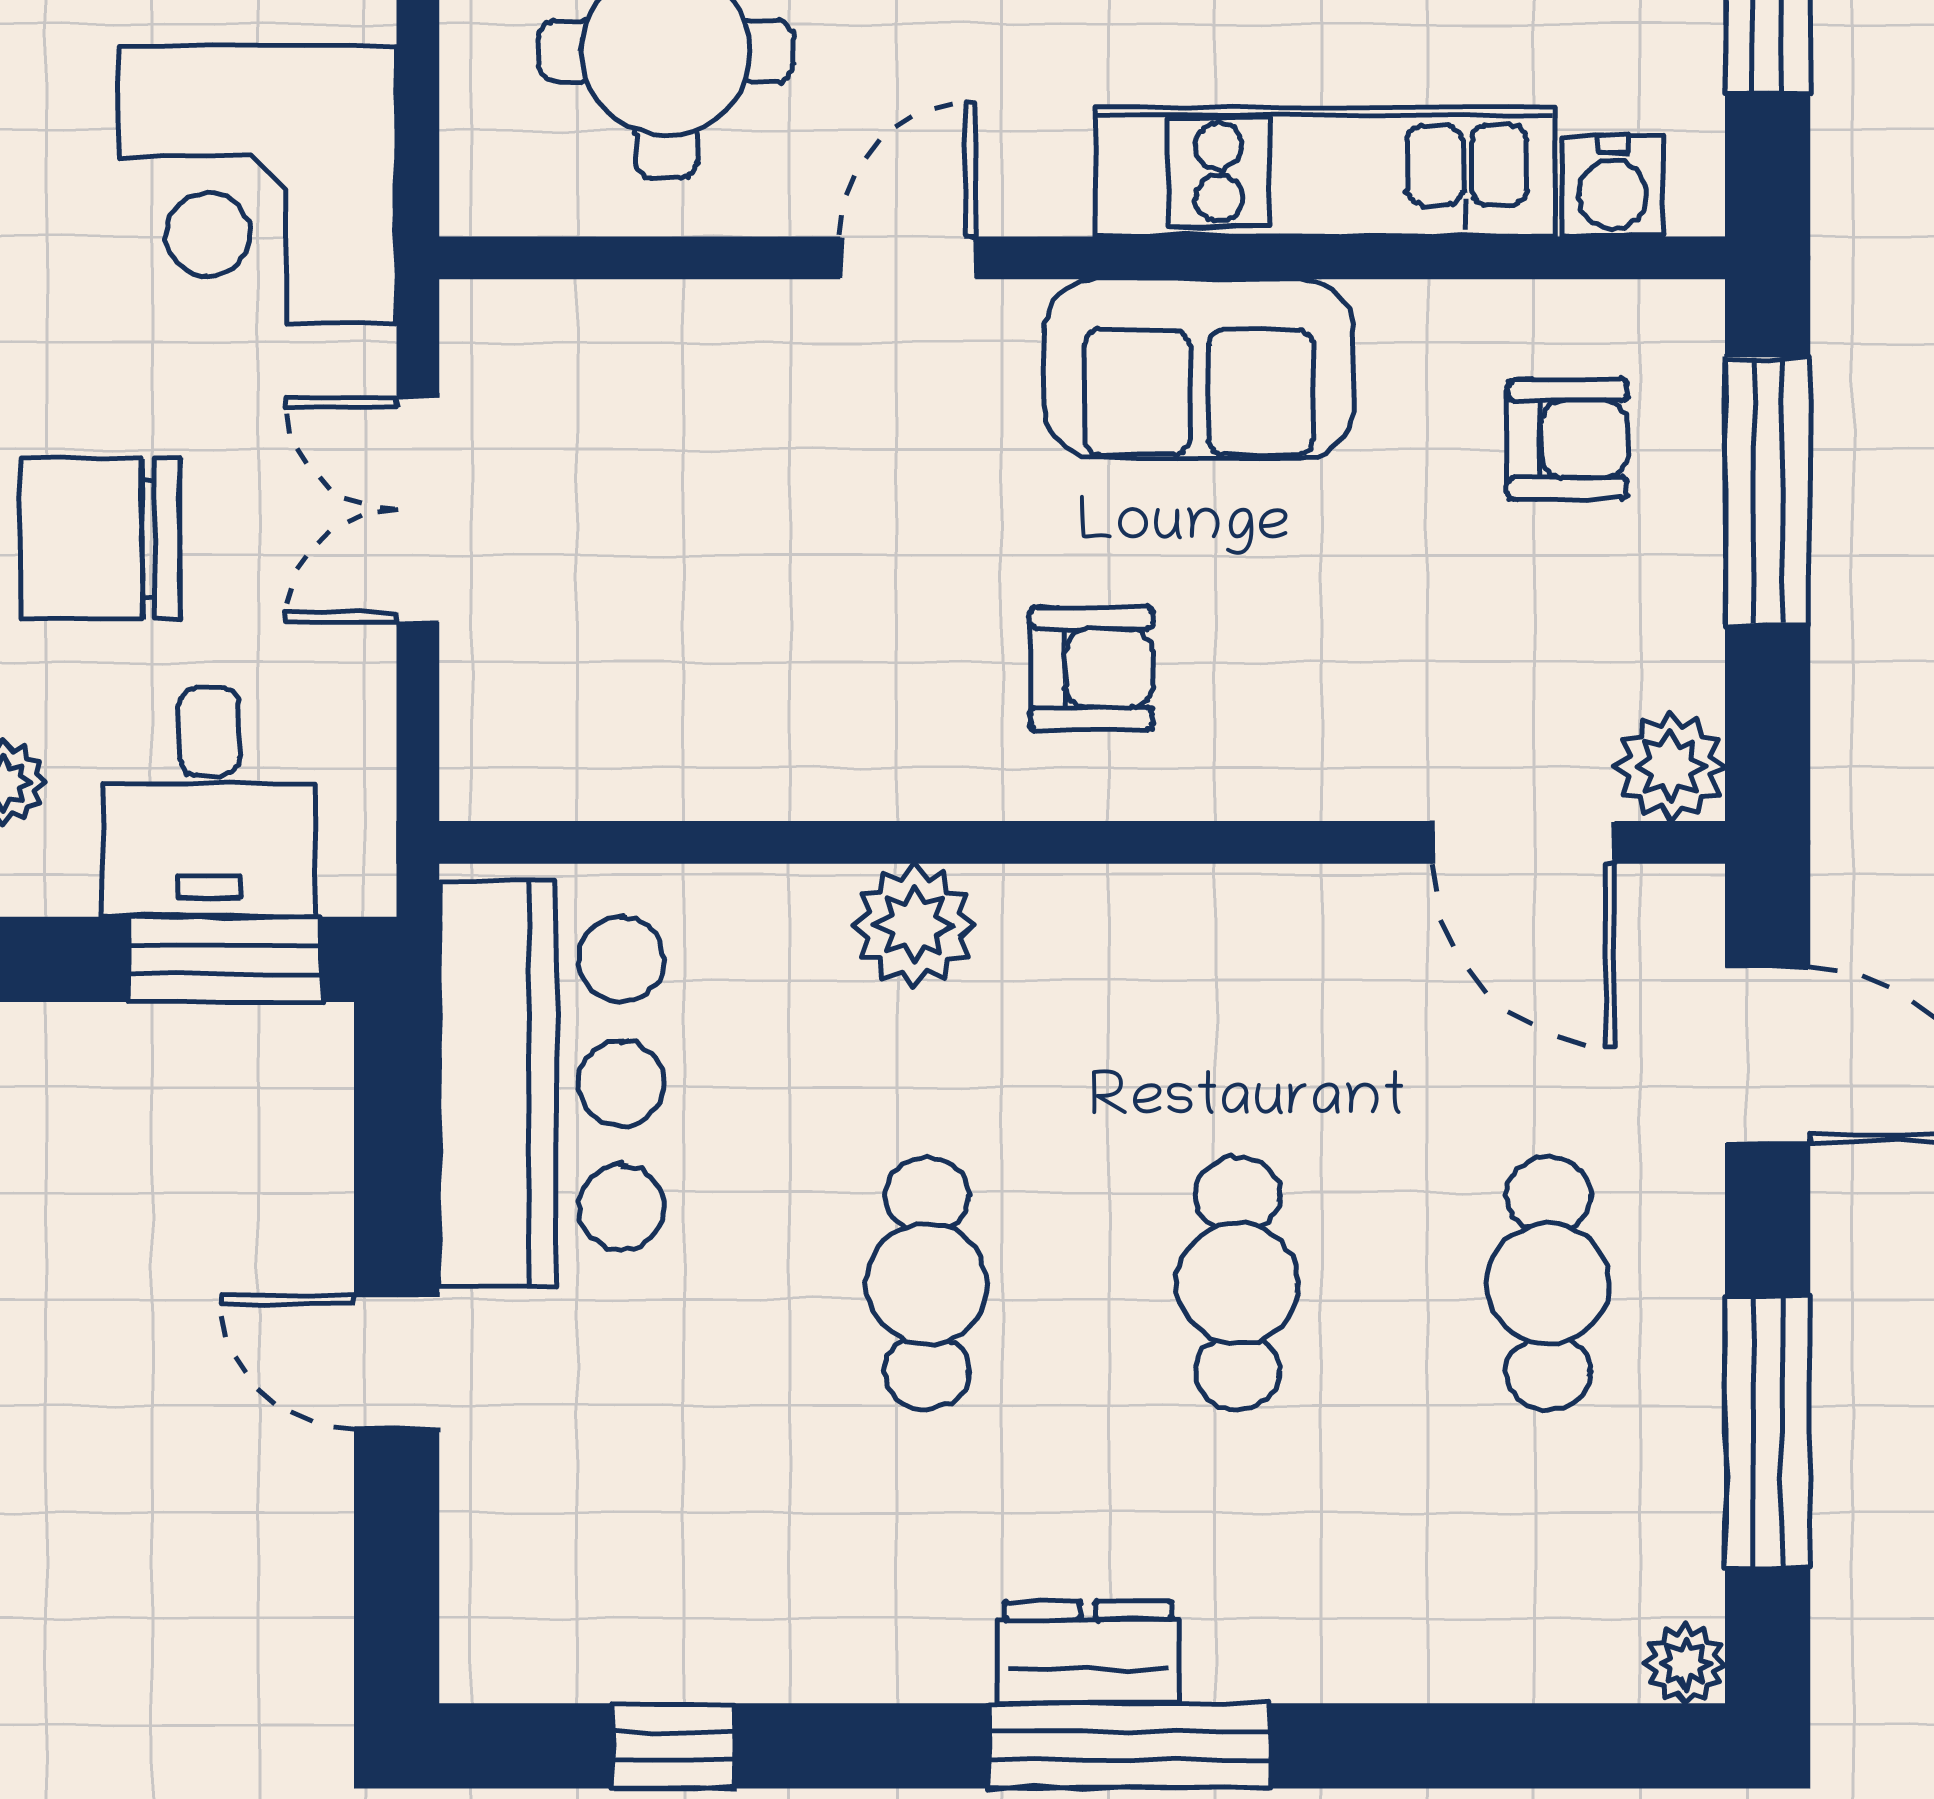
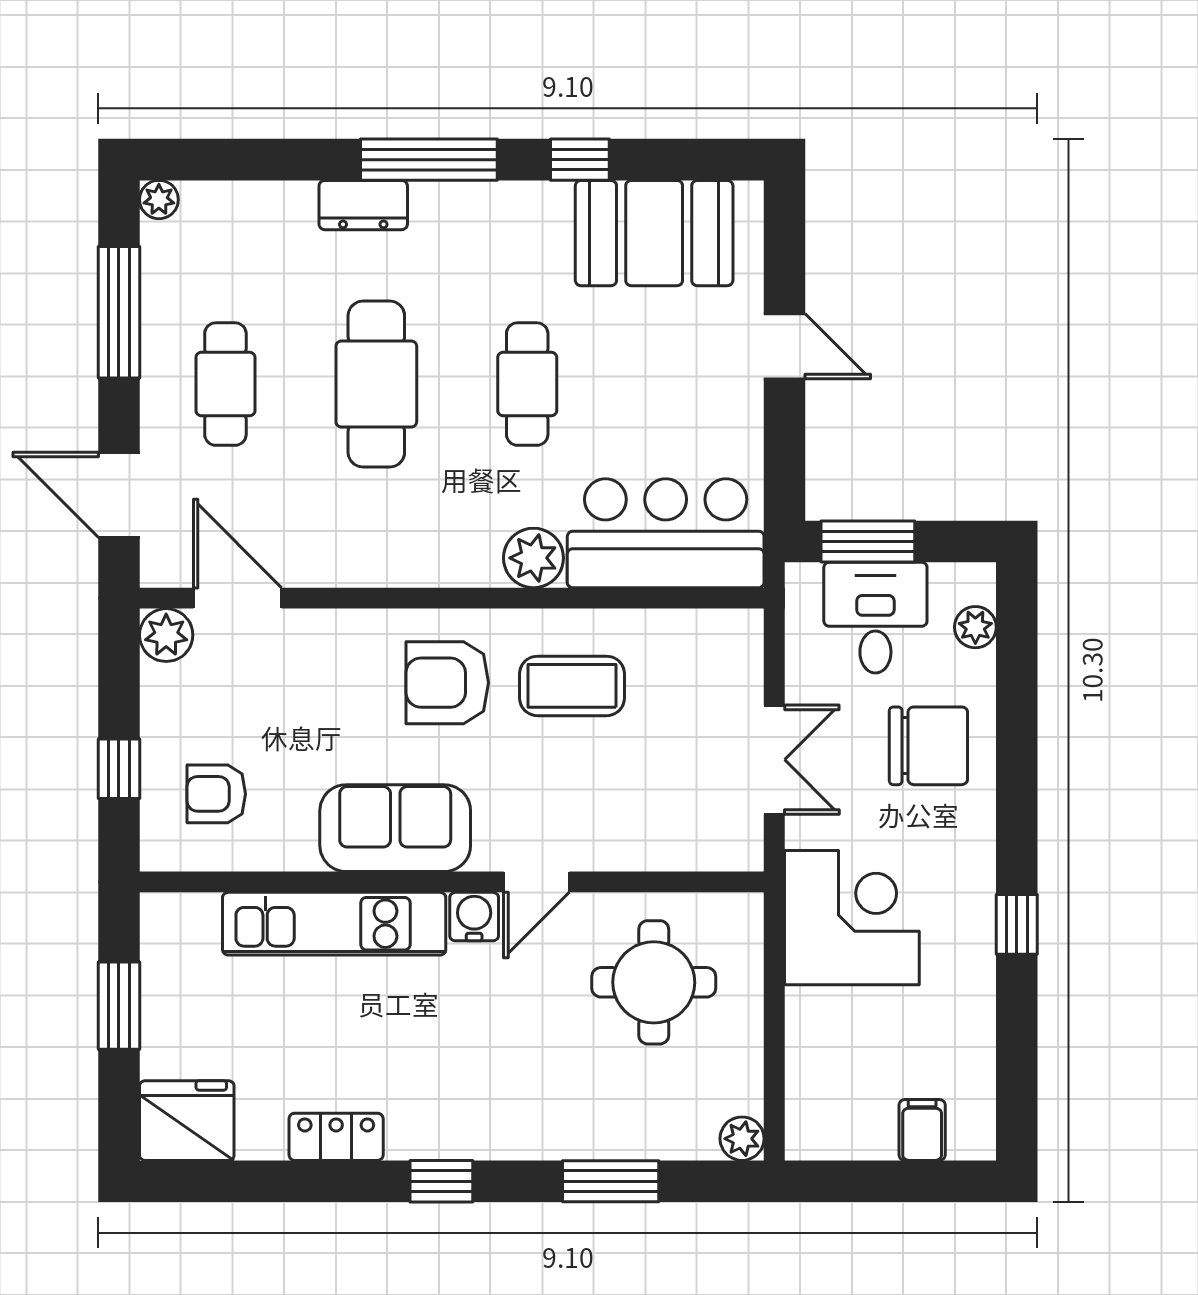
water cooler: (1613, 187) -> (474, 917), moved
window: (1768, 491) -> (119, 769), width x0.46
coffee table: (834, 662) -> (572, 686), added
armchair: (1092, 668) -> (447, 683), width x1.38, depth x1.38
bar counter: (552, 1083) -> (666, 533), moved, turned 90
cafe table: (1238, 1284) -> (376, 384), width x1.37, depth x1.35
booth: (665, 1595) -> (654, 233), added
dresser: (1088, 1652) -> (363, 205), moved
window: (674, 1746) -> (580, 160), moved

